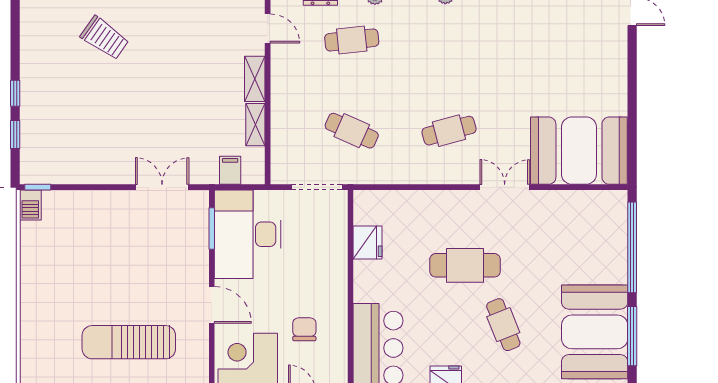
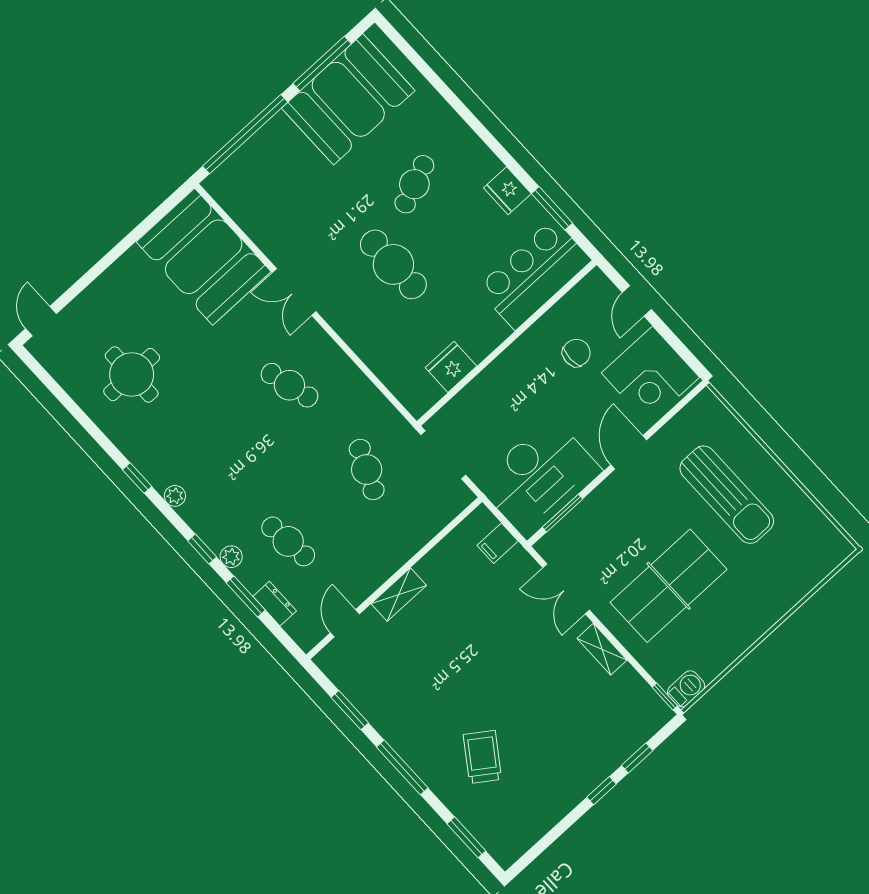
round table: (546, 38) -> (132, 375), added
shelving: (255, 125) -> (602, 649), moved, turned 90
table tennis table: (105, 253) -> (669, 586), added
chair: (304, 329) -> (576, 353), turned 180

